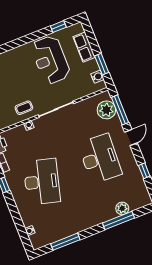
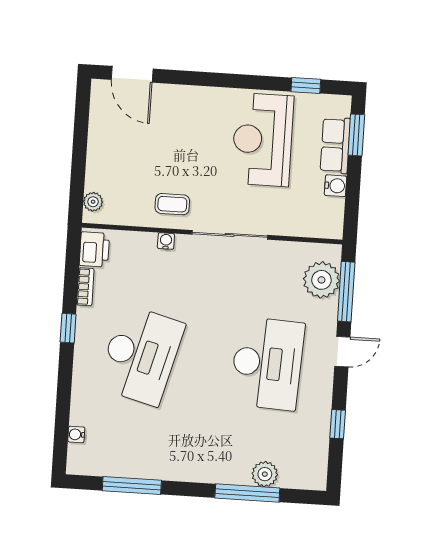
window: (102, 64) -> (356, 135), moved
water cooler: (97, 77) -> (336, 186), moved

